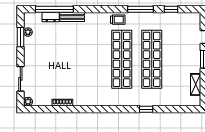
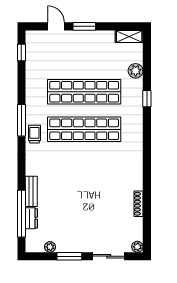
window: (141, 9) -> (21, 120), moved
window: (171, 9) -> (21, 53), moved
window: (20, 37) -> (69, 256), moved
shelving: (196, 84) -> (129, 37), moved
plant: (168, 100) -> (136, 71), added

